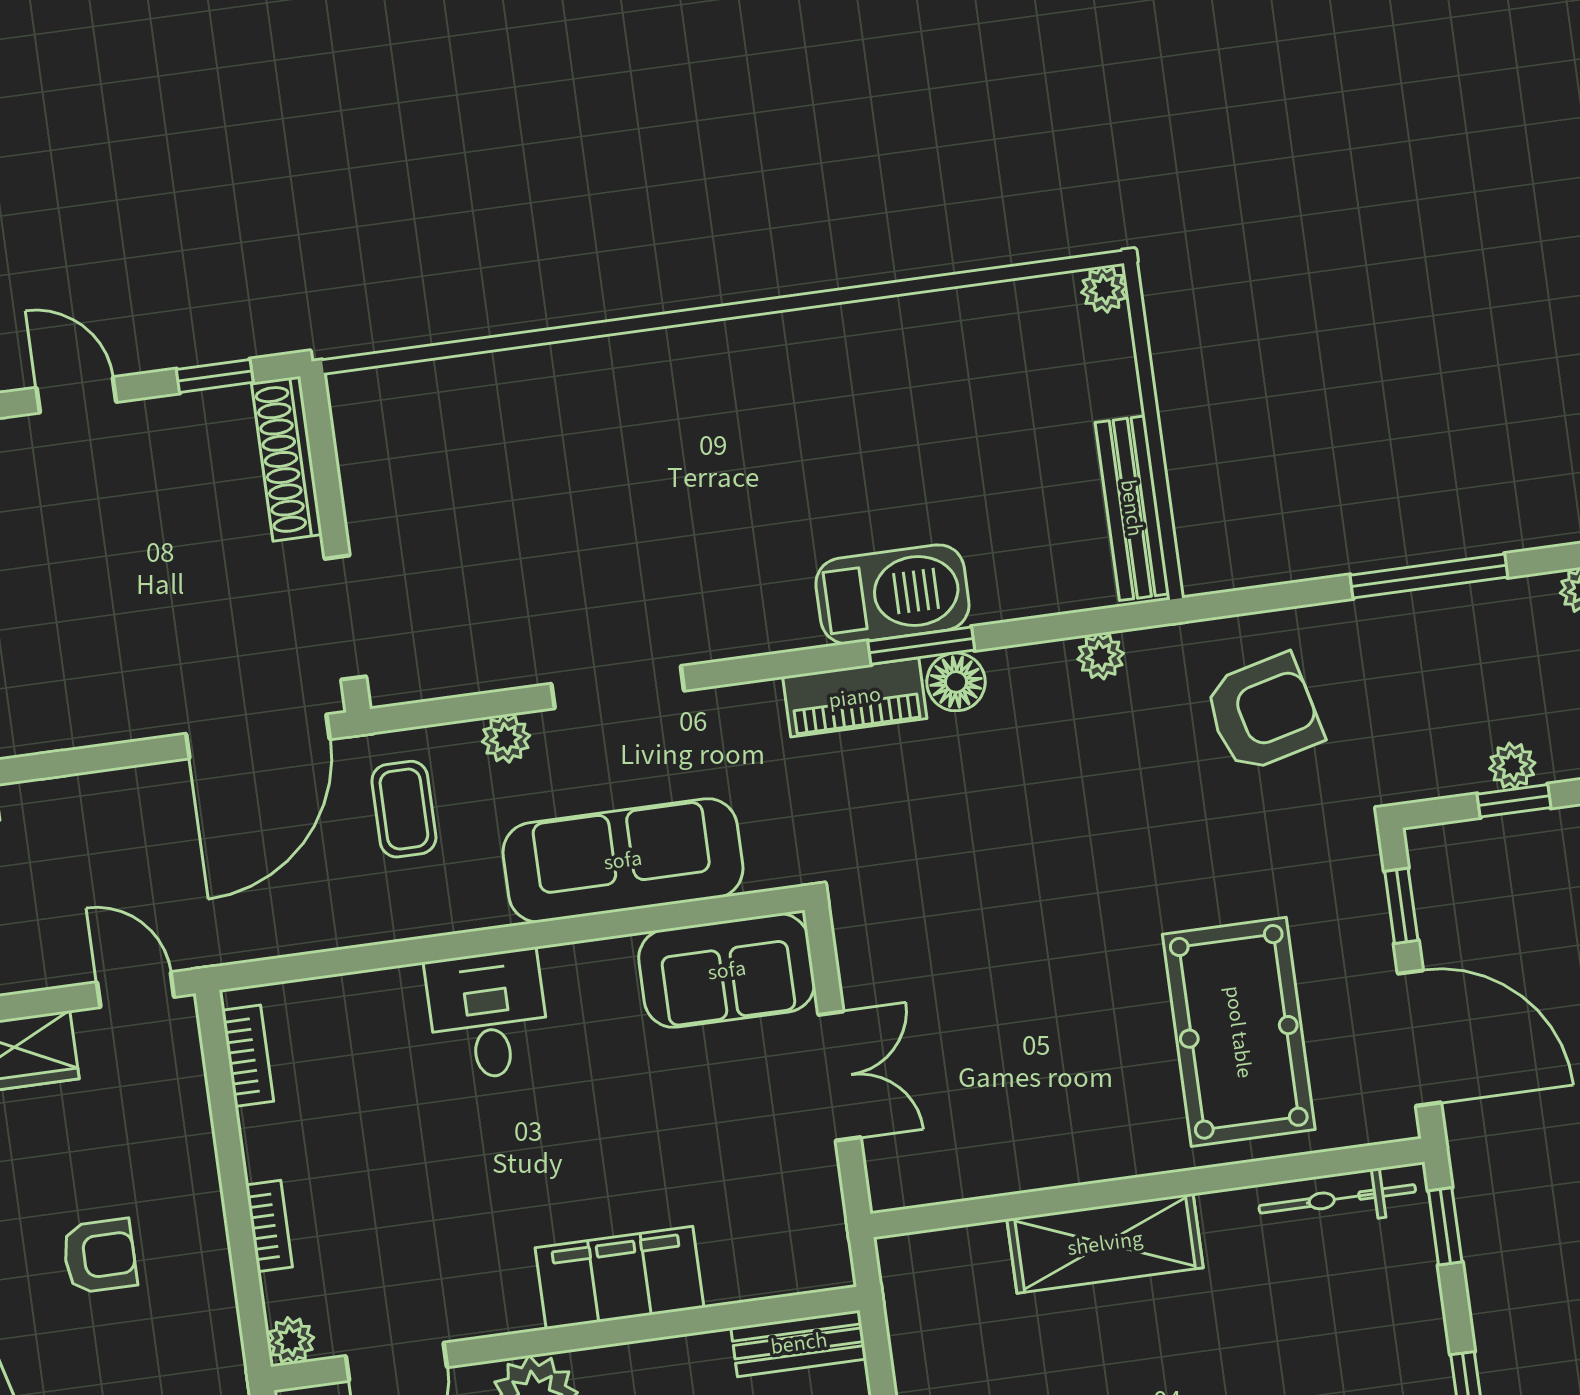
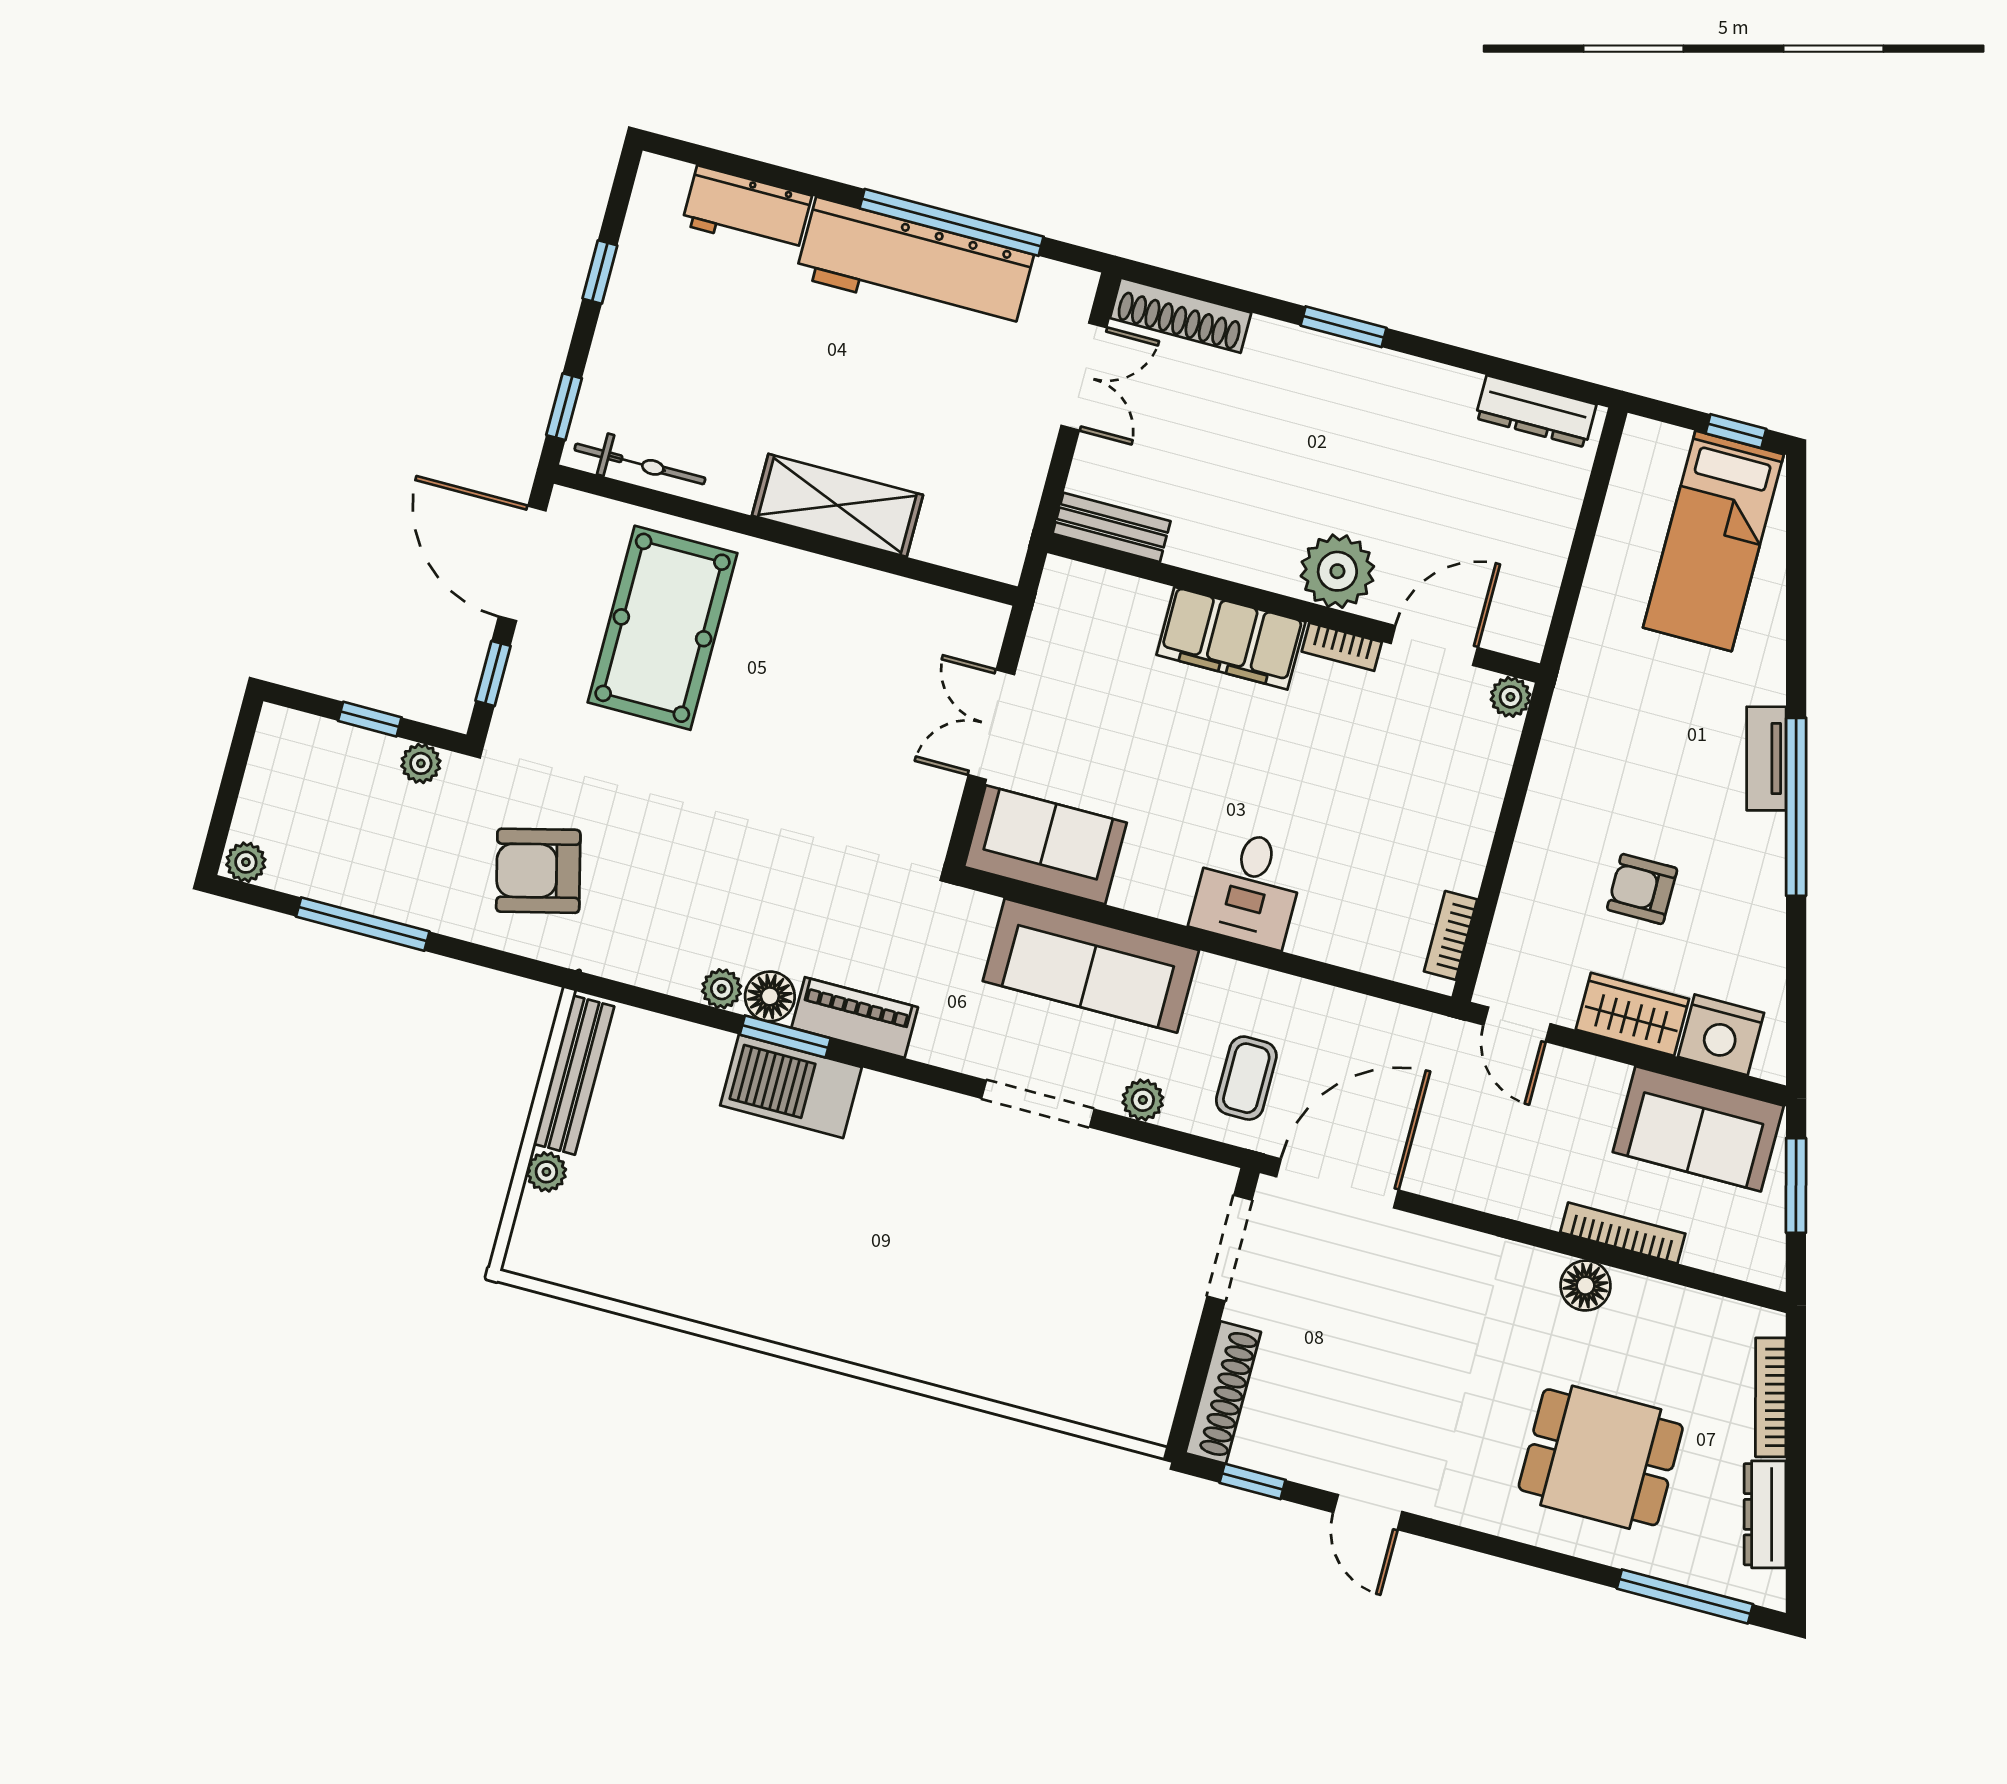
plant: (1104, 289) -> (546, 1172), moved
plant: (1101, 656) -> (722, 989), moved
plant: (1512, 766) -> (421, 763), moved
bookcase: (269, 1226) -> (1342, 647), moved, turned -90
armchair: (99, 1256) -> (1642, 889), moved

